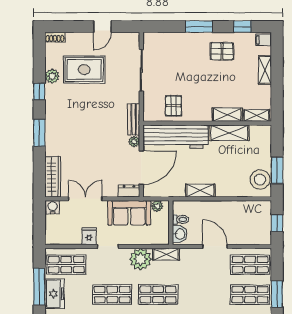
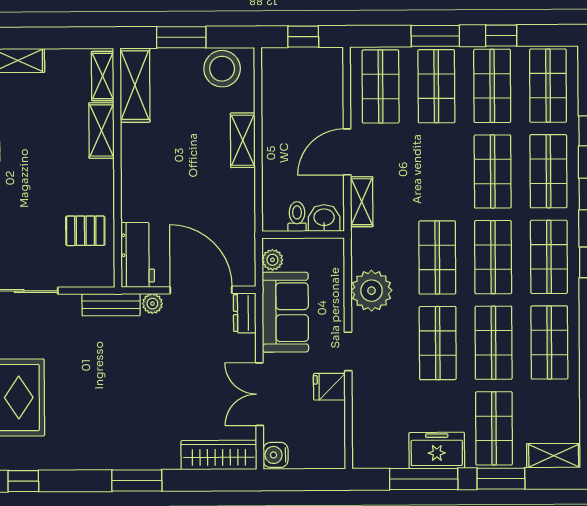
plant: (52, 76) -> (31, 457), removed
window: (39, 91) -> (23, 481), moved
shelving: (229, 133) -> (135, 85), moved
workbench: (176, 137) -> (138, 255), width x0.53, depth x0.76
window: (277, 170) -> (181, 37), moved
shelving: (200, 191) -> (243, 140), moved
shelving: (166, 254) -> (362, 202), moved
shop shelf: (66, 265) -> (382, 429), removed

